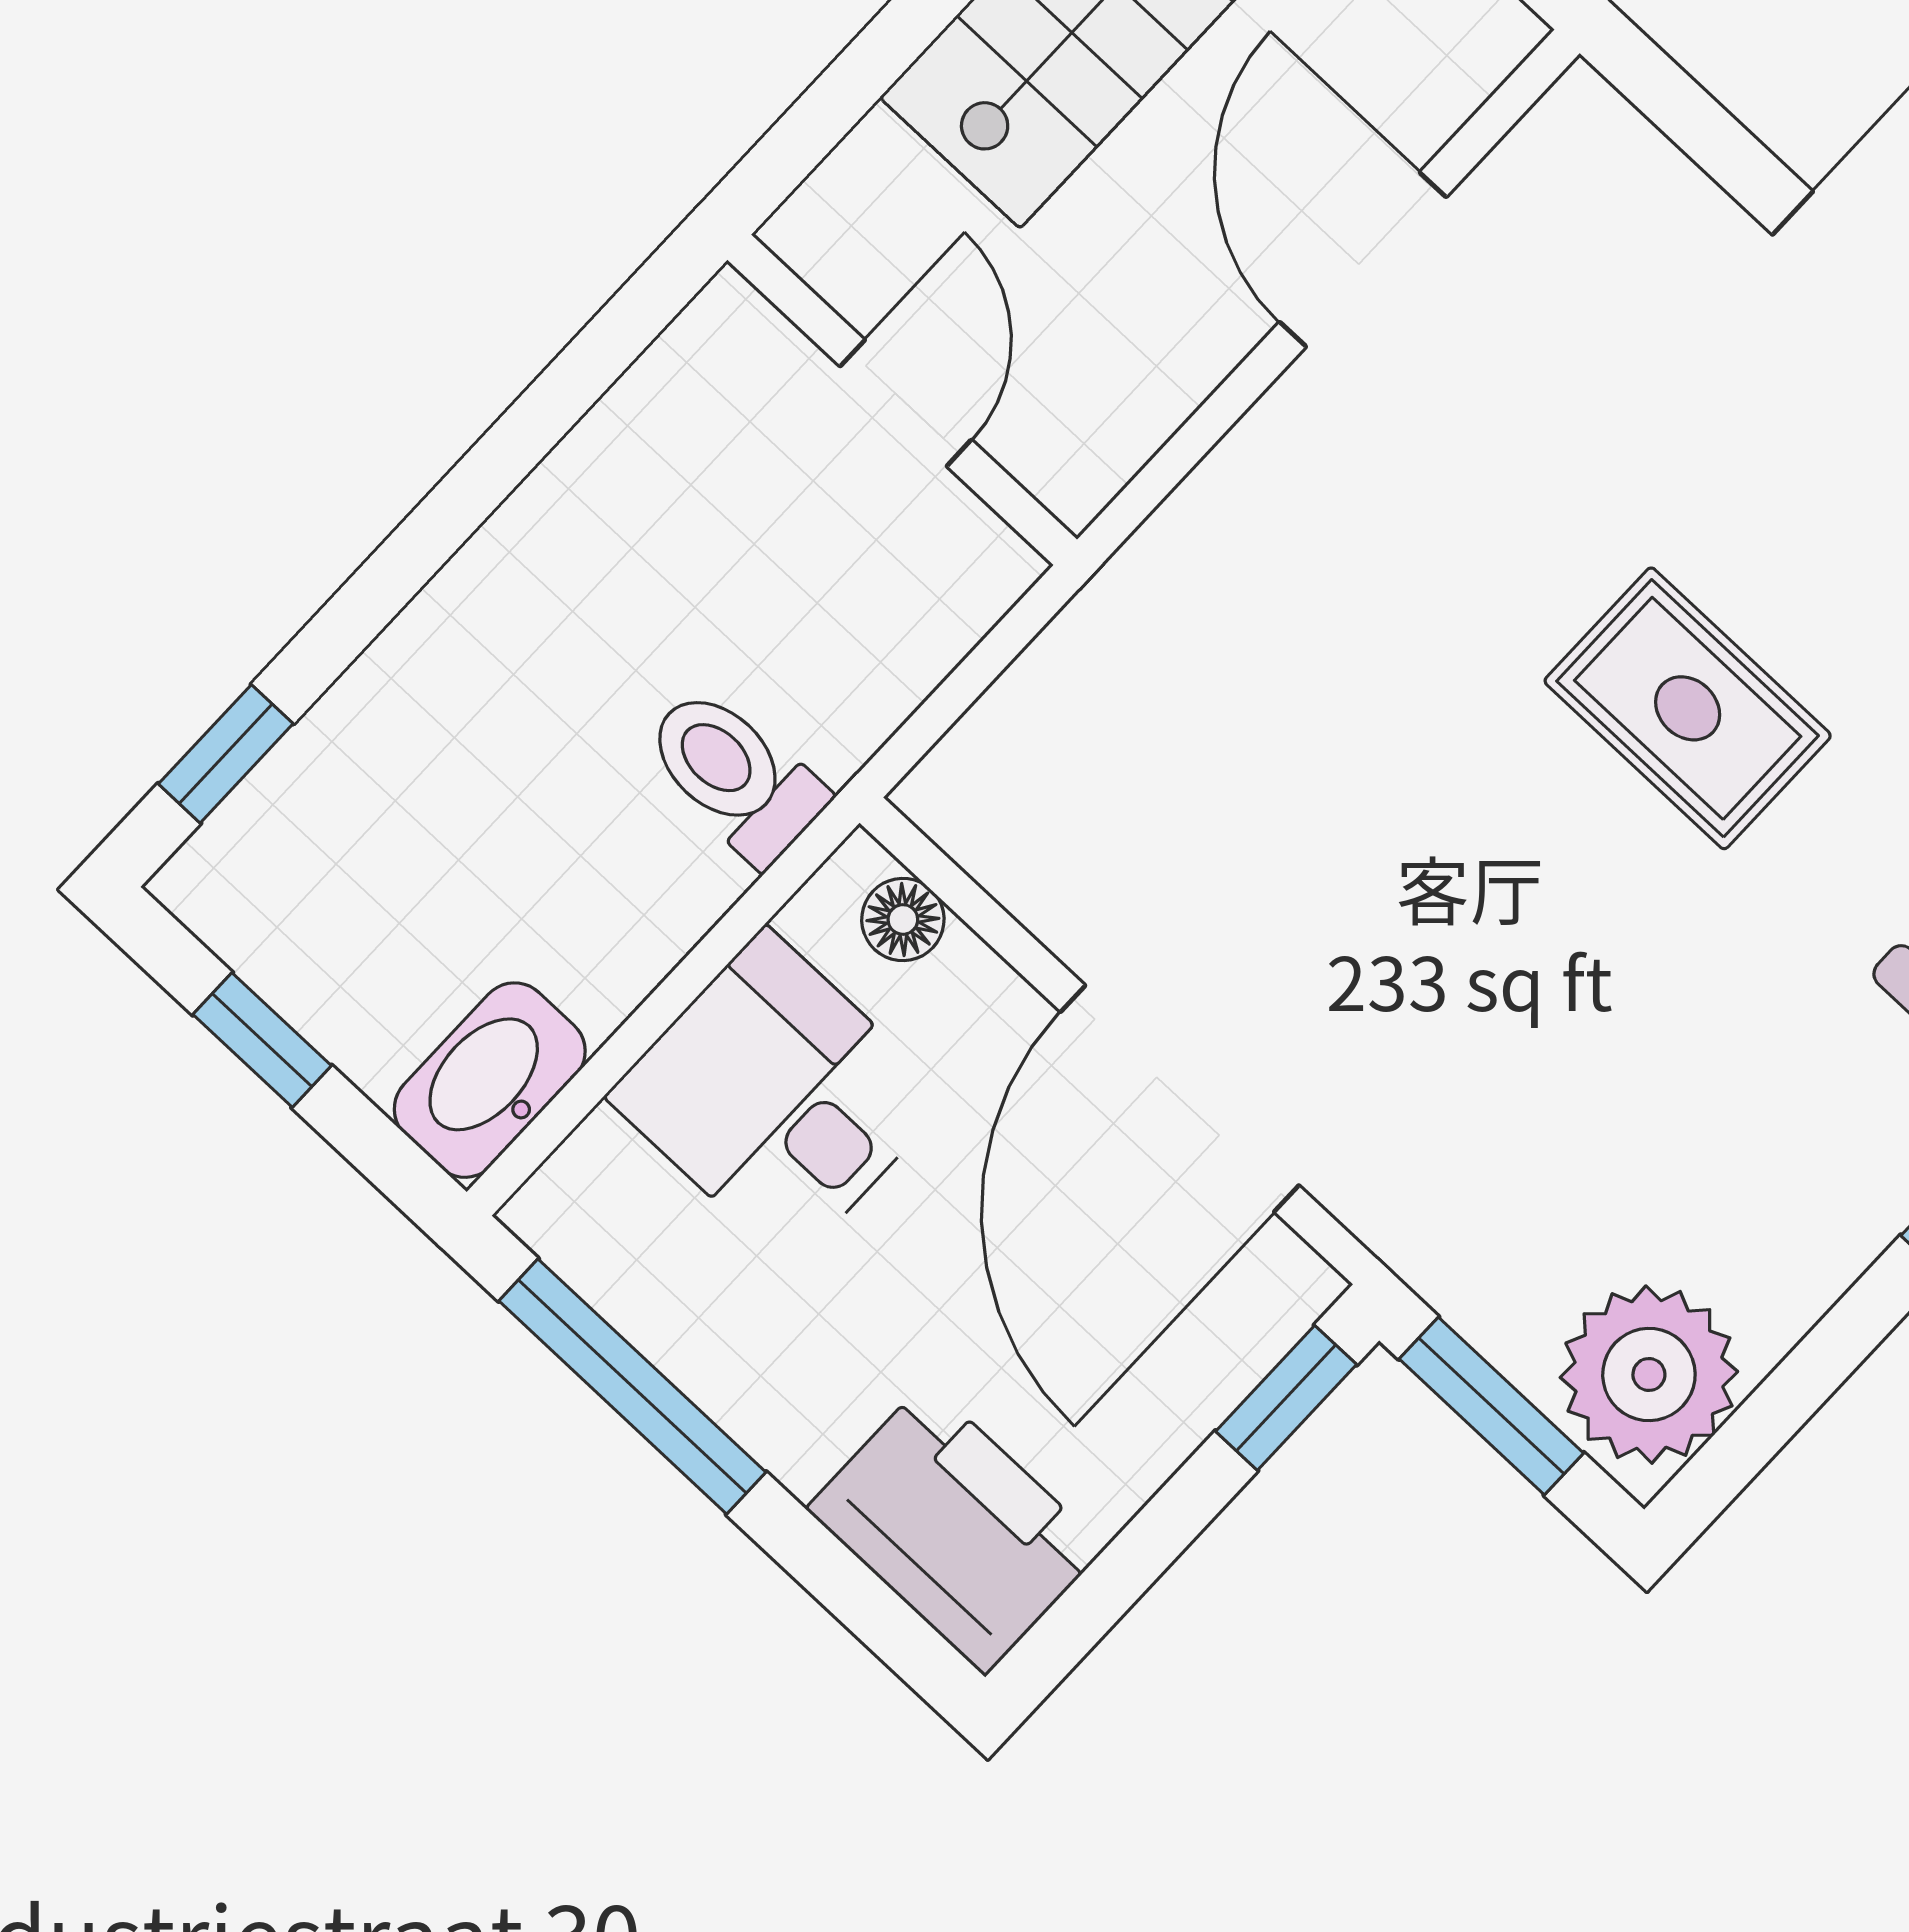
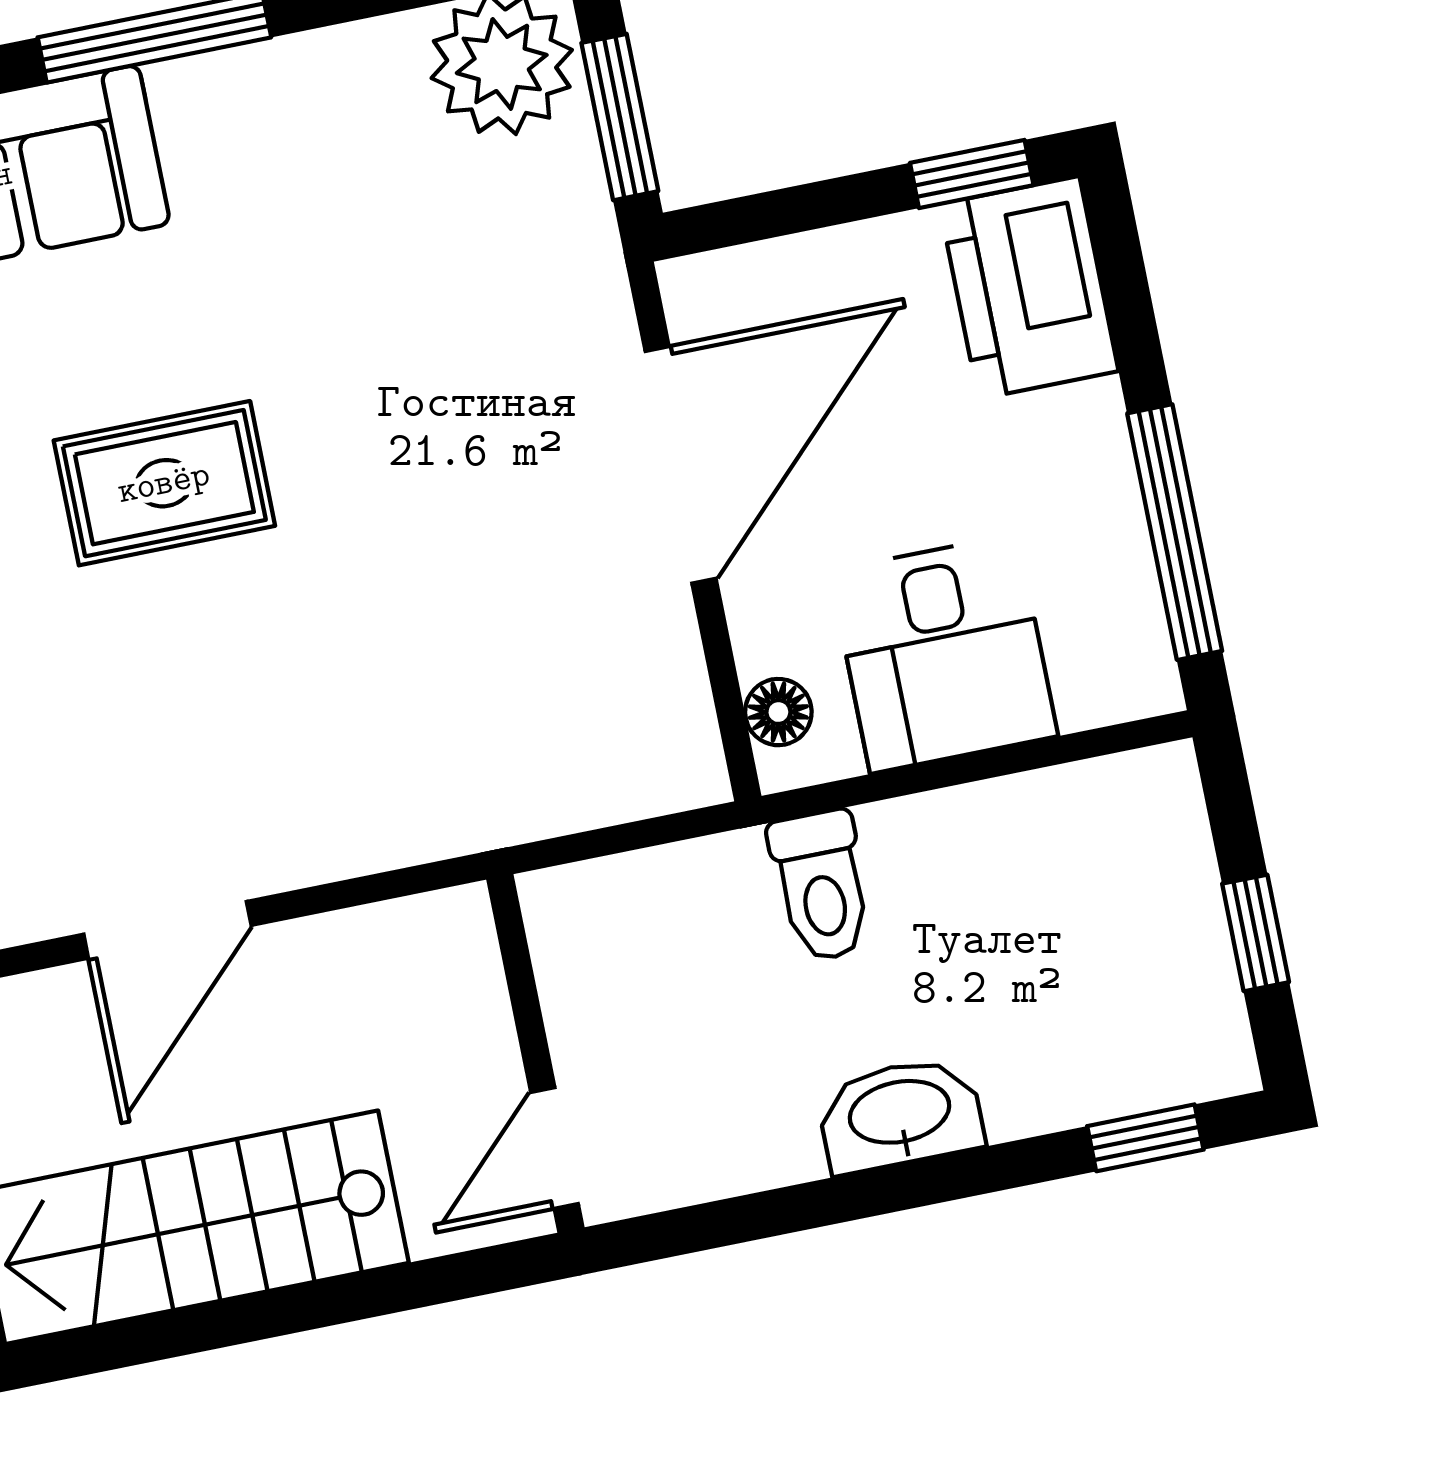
door: (906, 403) -> (554, 1148), moved
rug: (1688, 708) -> (164, 483), turned 90
washbasin: (490, 1080) -> (900, 1115), moved, turned 180
window: (1286, 1398) -> (972, 174), moved

